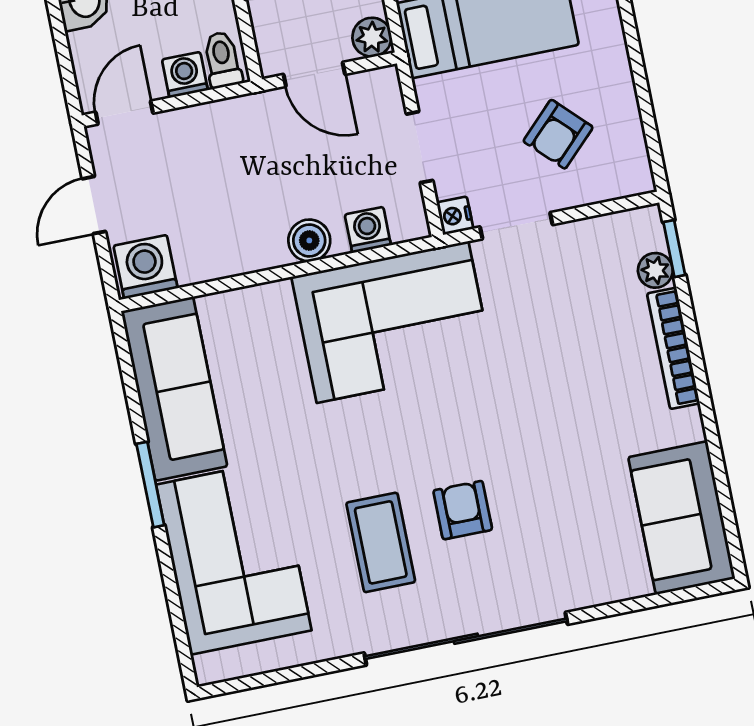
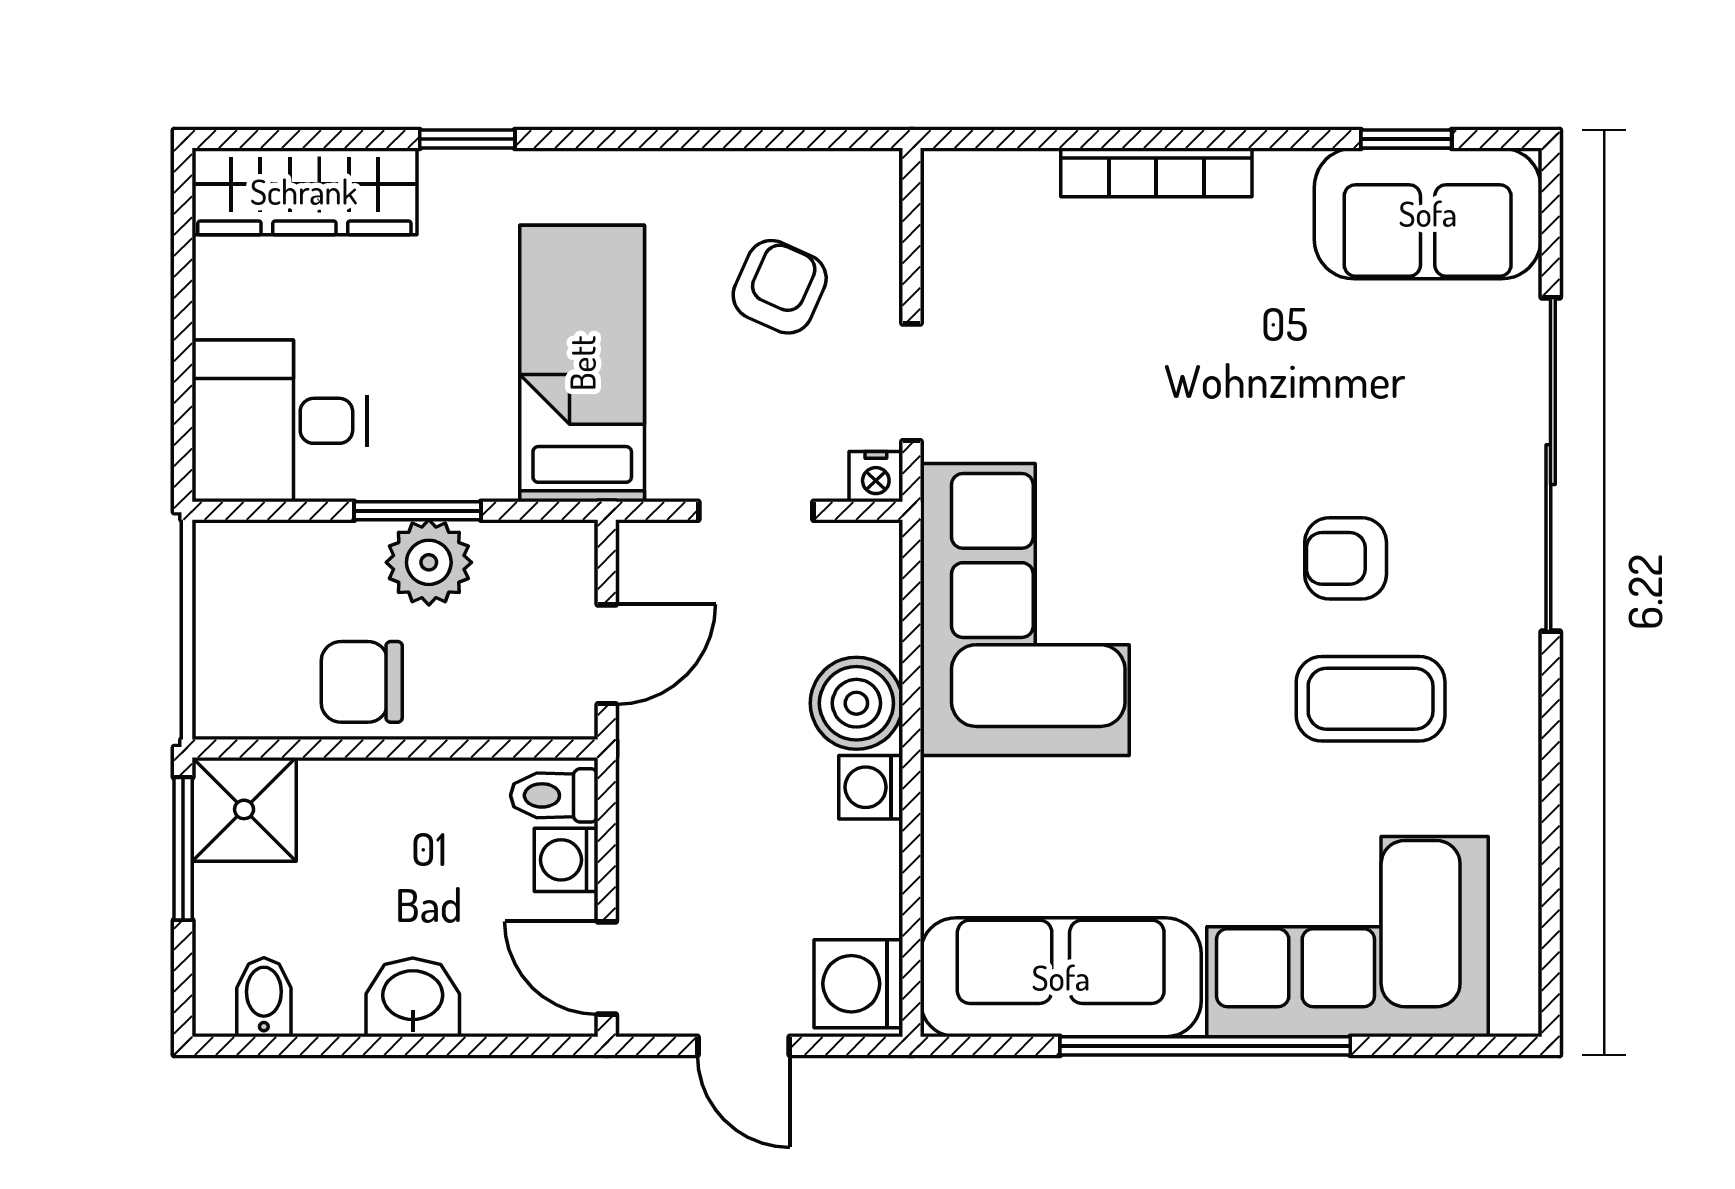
plant: (372, 37) -> (566, 551), removed
armchair: (558, 134) -> (780, 287), turned -111
washing machine: (368, 230) -> (871, 787), moved
boiler: (309, 240) -> (856, 703), width x1.36, depth x1.36
window: (674, 249) -> (1406, 139), moved
plant: (655, 270) -> (1027, 176), removed
window: (150, 485) -> (1205, 1046), width x2.11
sliding door: (466, 639) -> (1551, 465), moved

